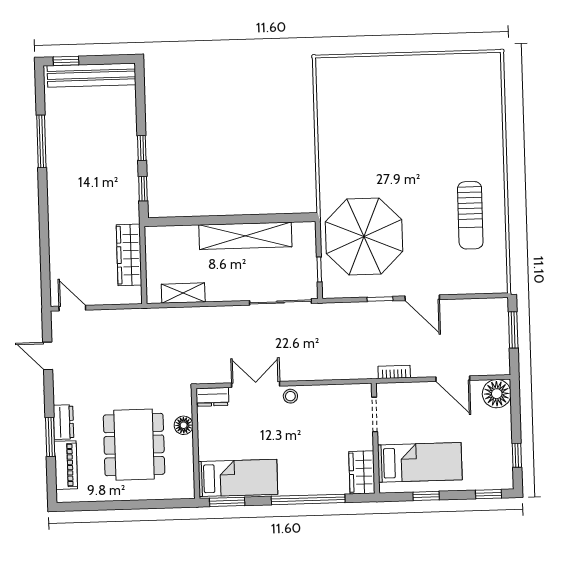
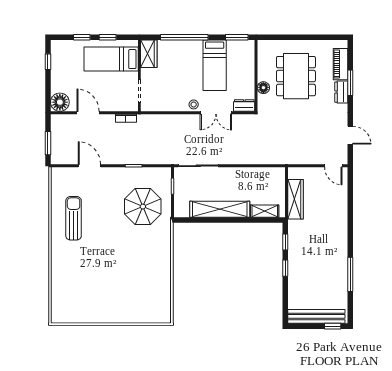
parasol: (364, 237) -> (143, 207), width x0.73, depth x0.73
shelving: (183, 293) -> (265, 211), moved
door: (422, 298) -> (89, 166), moved
bed: (238, 478) -> (215, 65), moved, turned -90
window: (488, 494) -> (82, 37), moved

